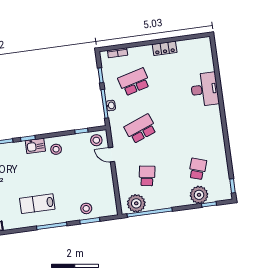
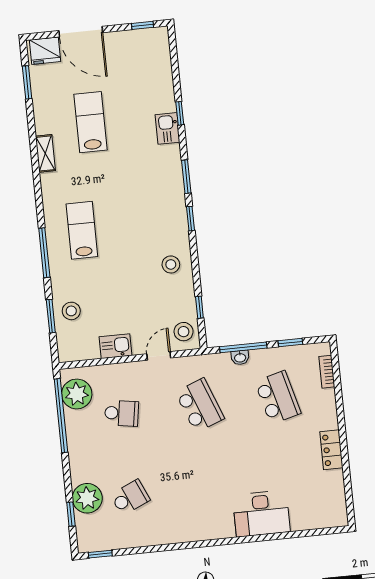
kitchen sink: (35, 146) -> (116, 346), moved, turned 90
school desk: (198, 169) -> (130, 497), turned -42

